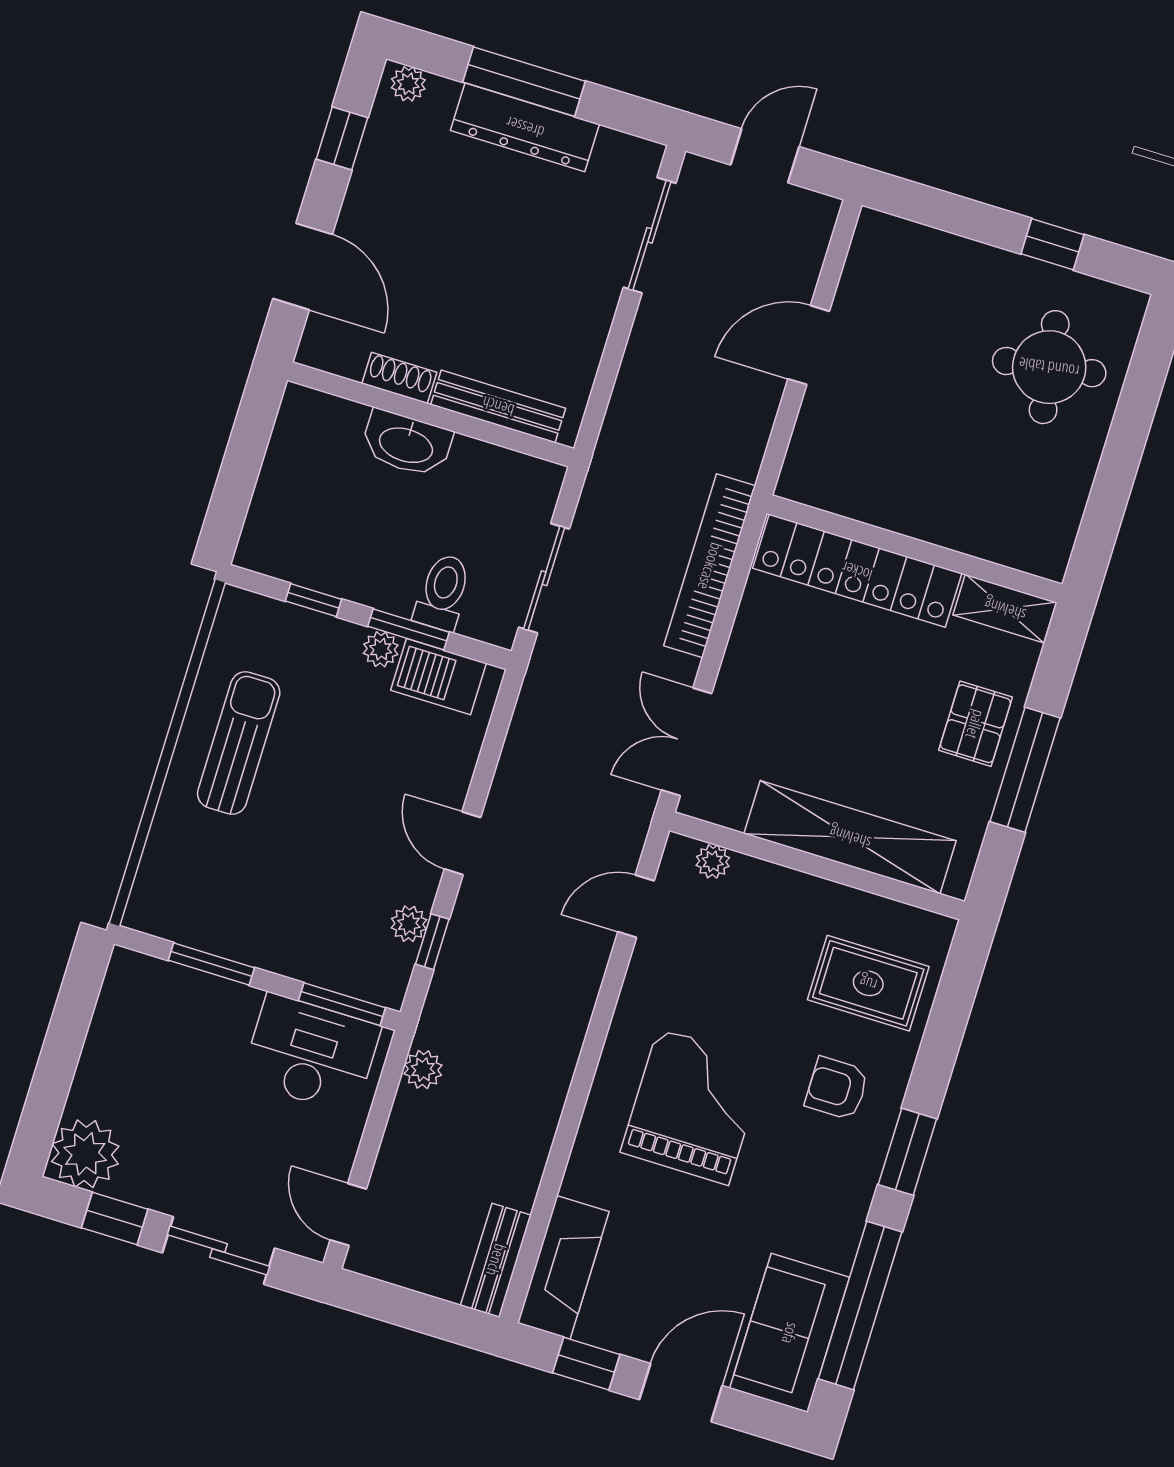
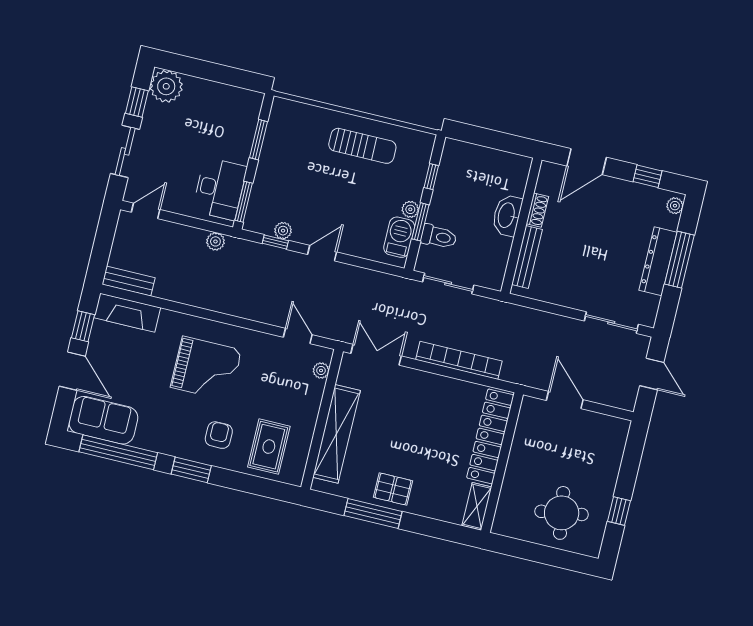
wall: (915, 549) -> (502, 463), moved
locker: (857, 571) -> (490, 436), moved
shelving: (1005, 609) -> (477, 506), moved

